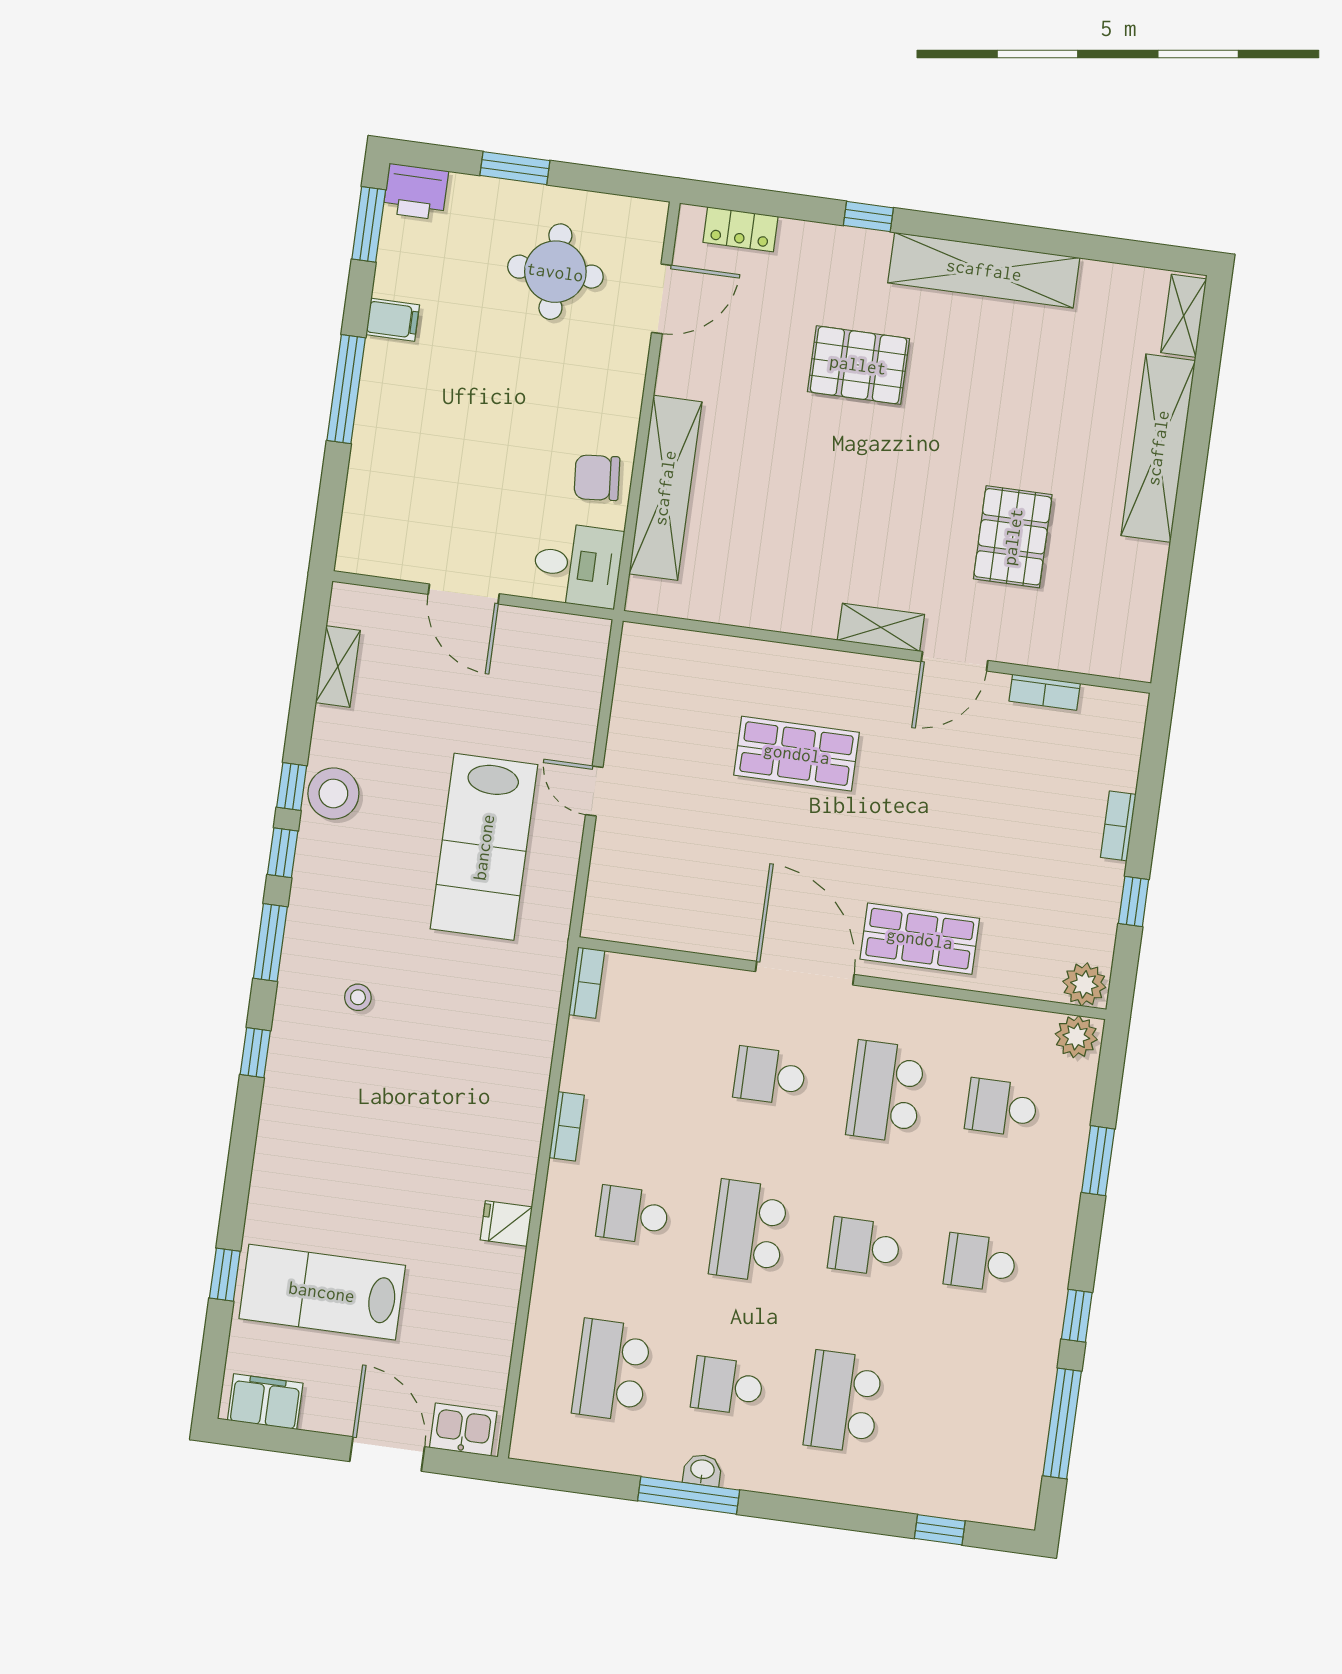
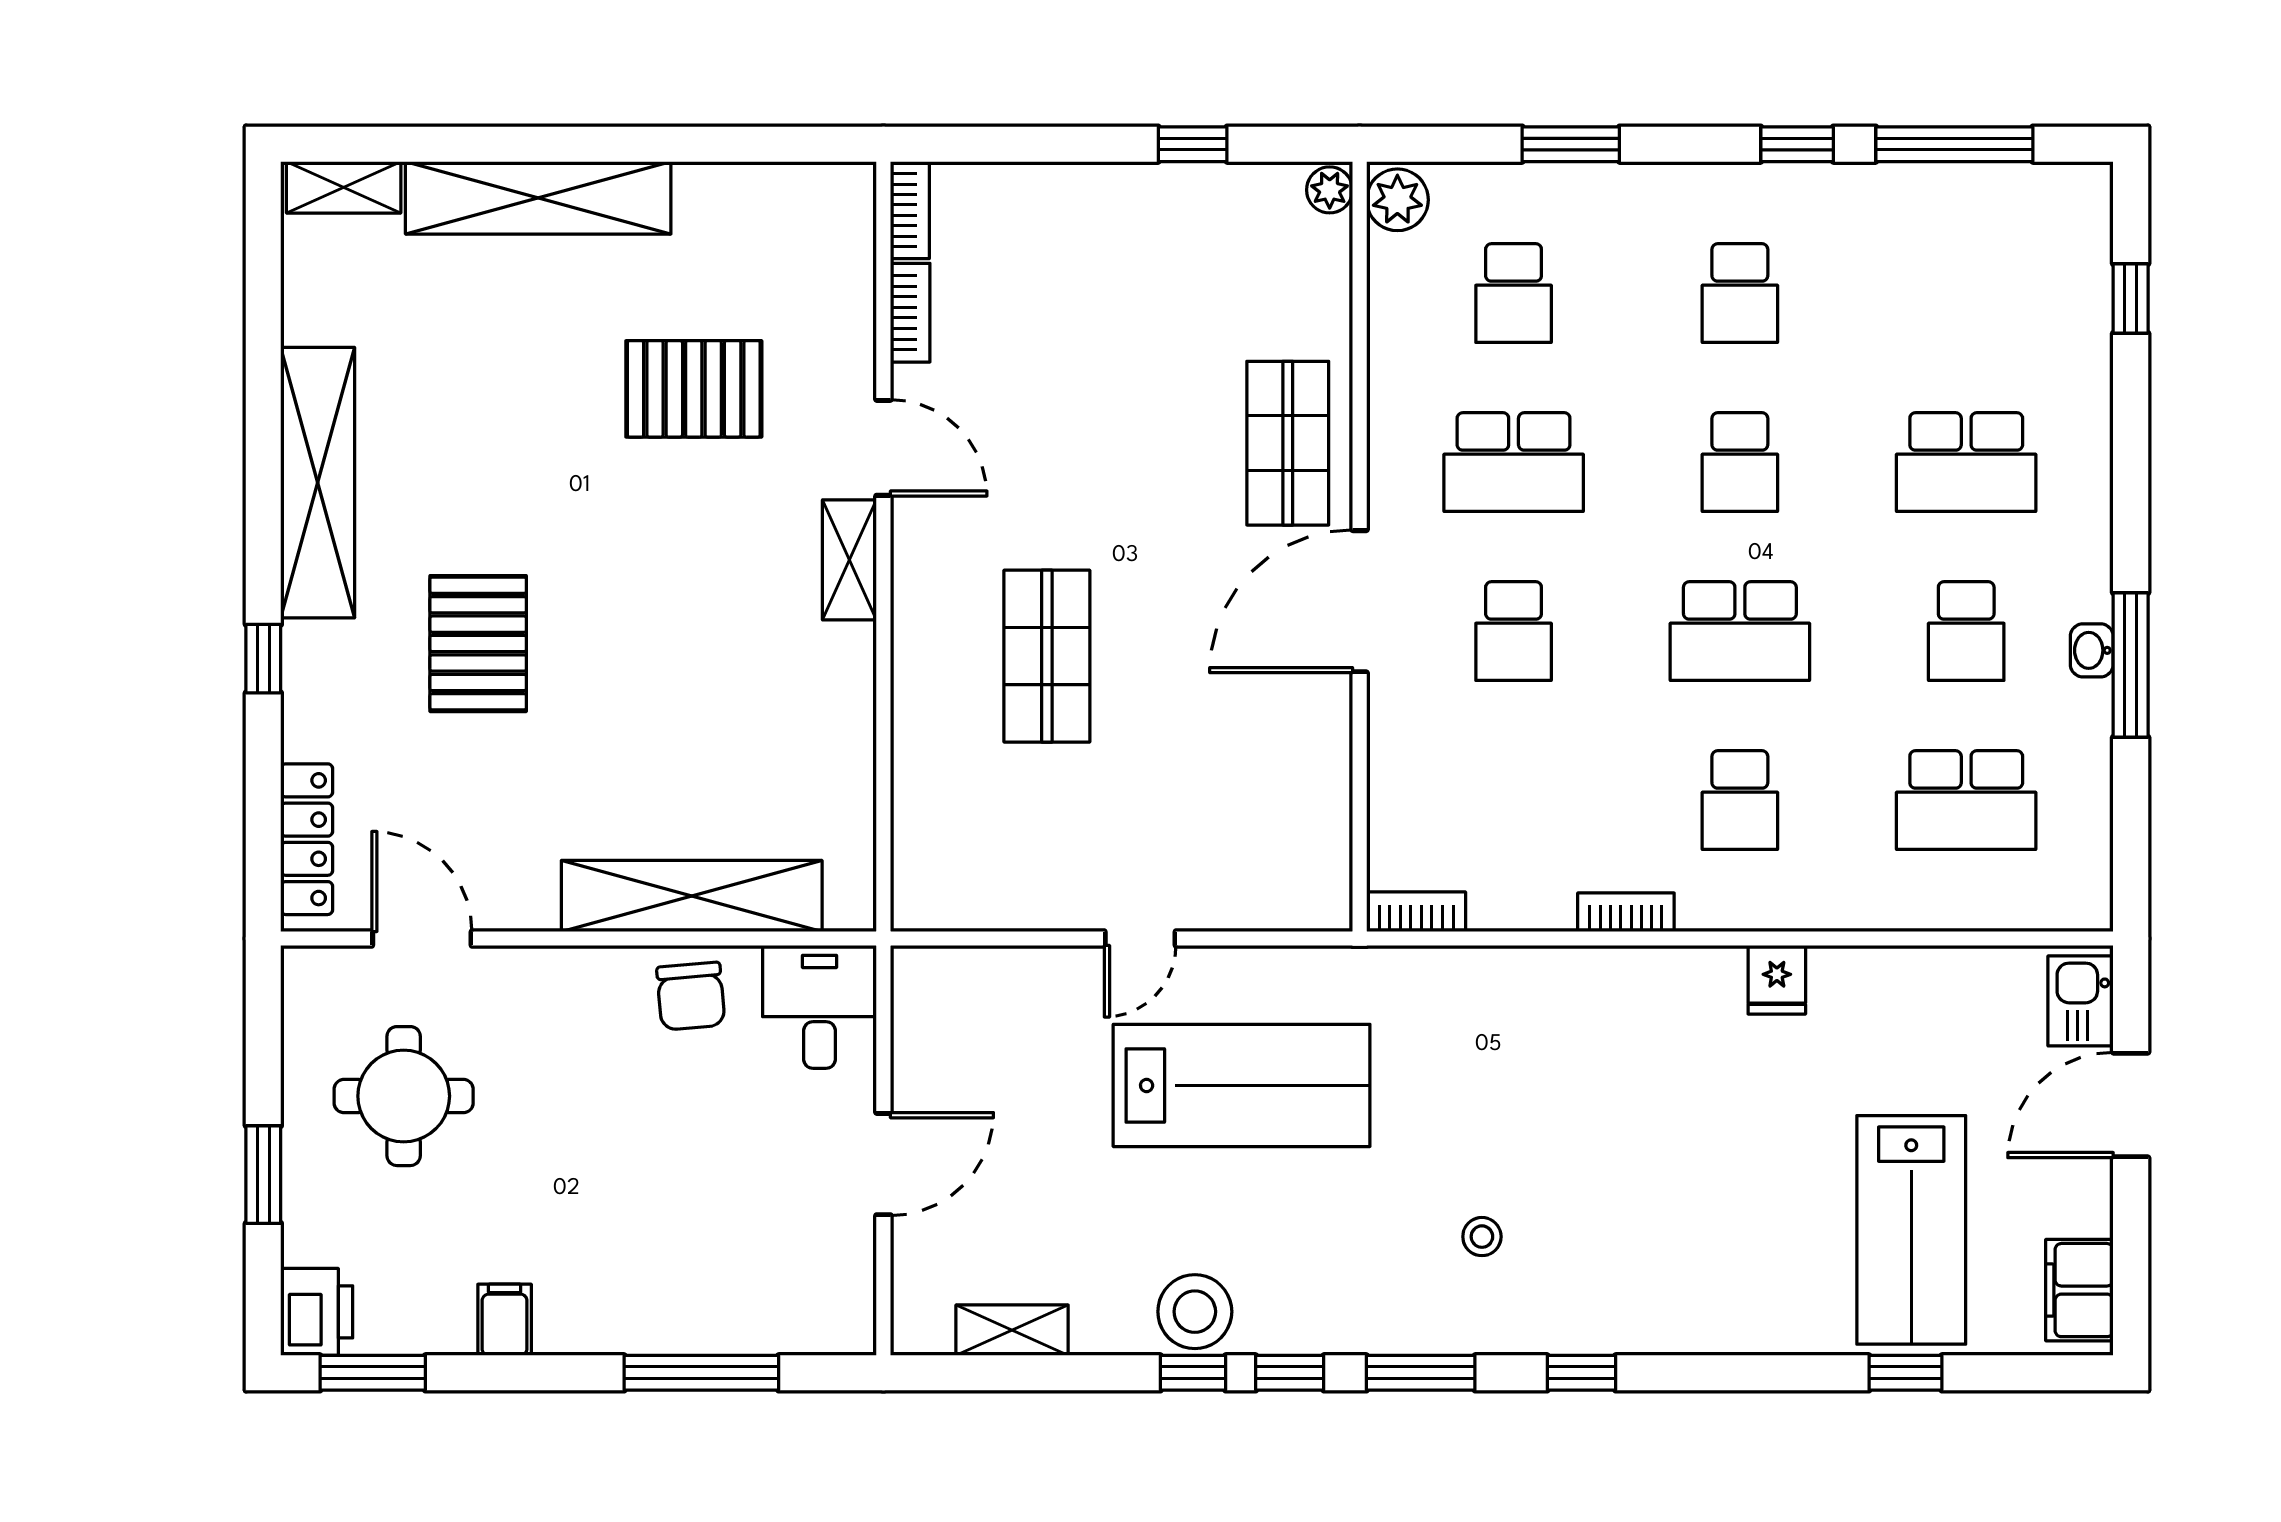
locker: (741, 229) -> (307, 839), width x1.53
window: (346, 389) -> (701, 1373), moved
bookcase: (1118, 826) -> (910, 210), moved, turned -90
plant: (1084, 984) -> (1330, 190), width x0.73, depth x0.73

